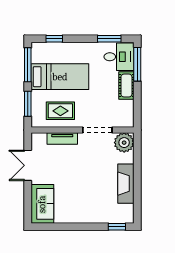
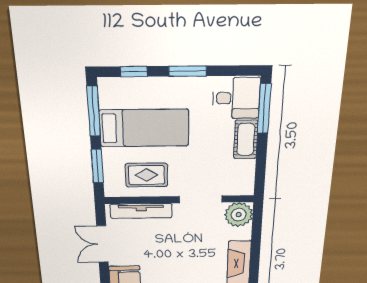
window: (109, 39) -> (188, 71), moved
tv unit: (62, 139) -> (141, 211), width x1.41

